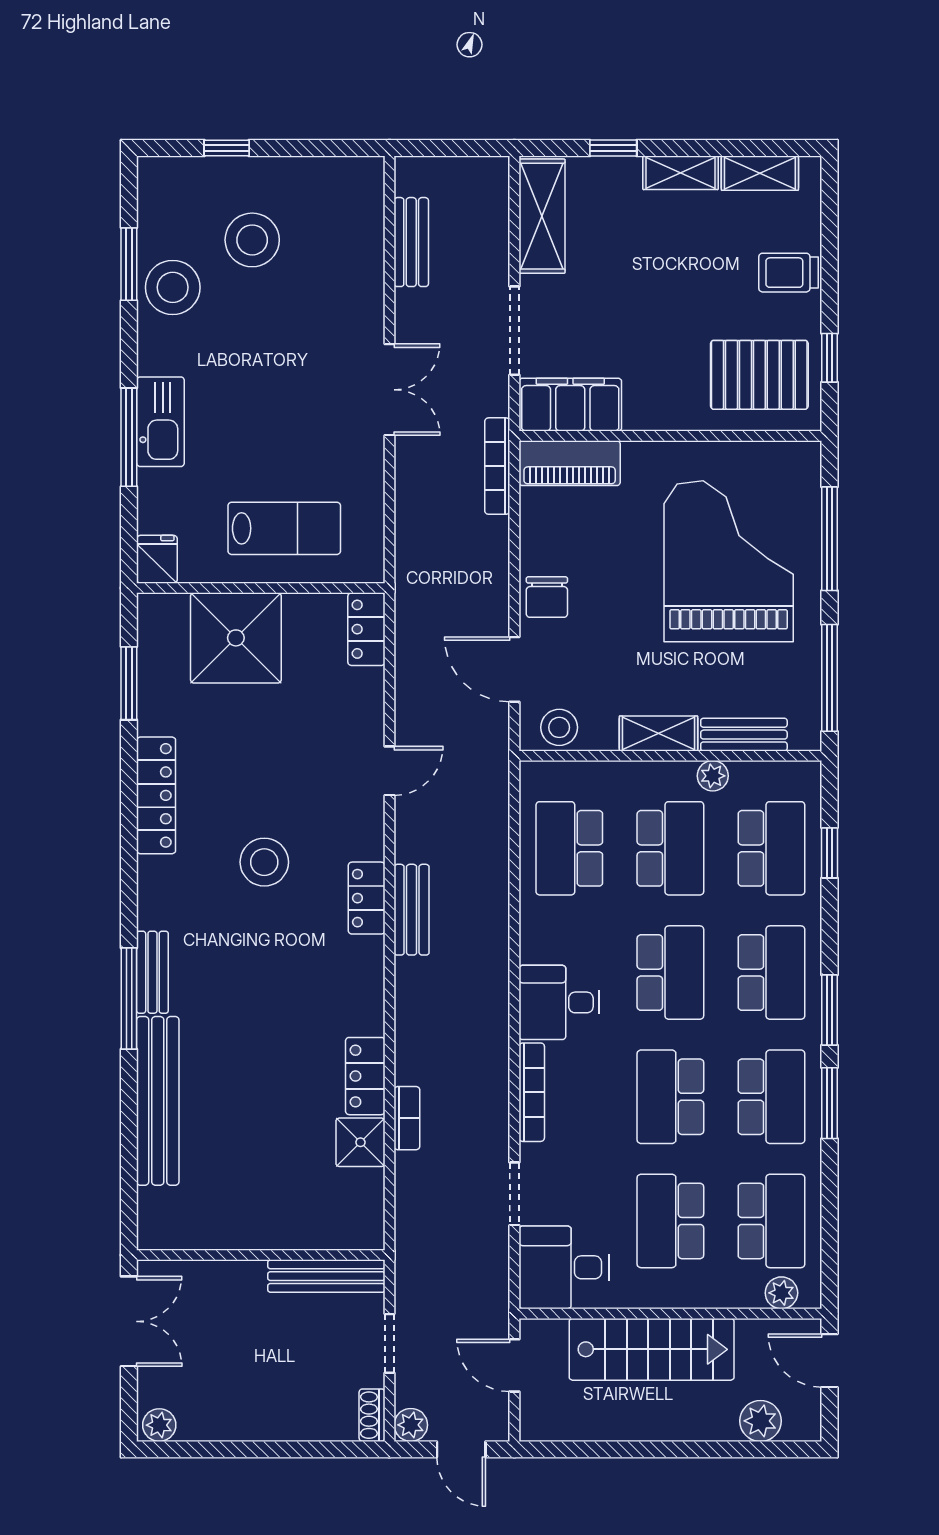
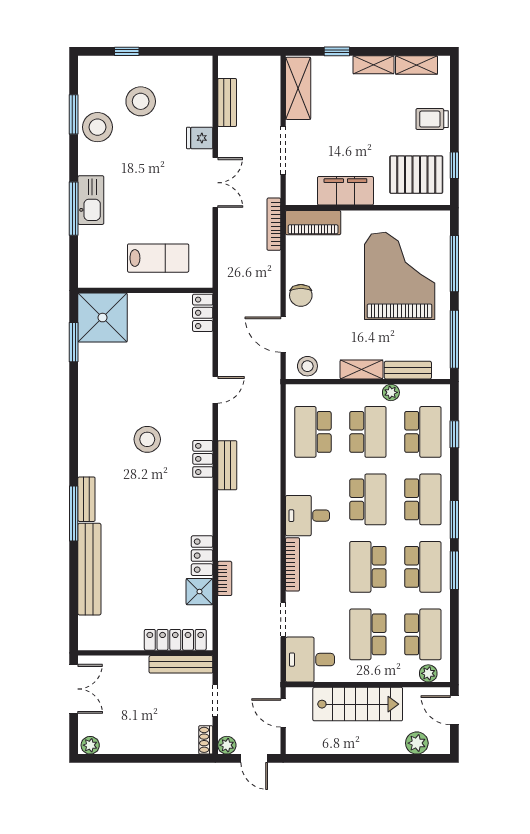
filing cabinet: (570, 405) -> (345, 191), moved
fridge: (157, 559) -> (200, 138), moved, turned -90
shower: (236, 638) -> (103, 318), moved
locker: (156, 795) -> (175, 640), moved, turned -90

